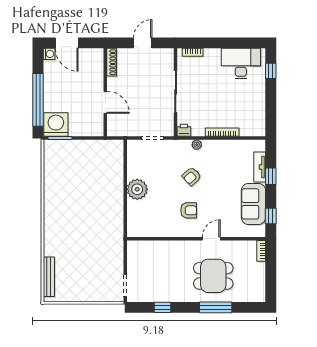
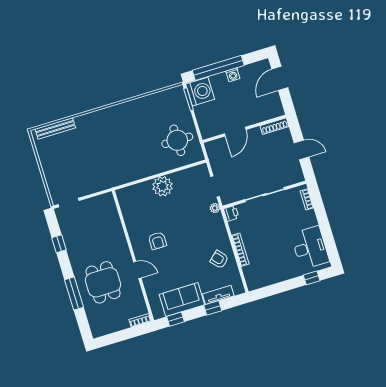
washing machine: (49, 54) -> (233, 75), moved
plant: (197, 145) -> (215, 208), moved
round table: (97, 161) -> (177, 140), added
armchair: (192, 176) -> (219, 259), moved

